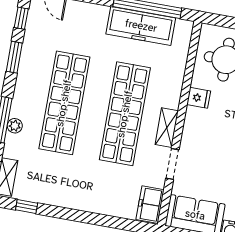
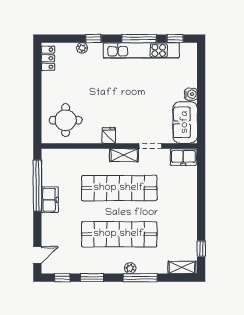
freezer: (141, 26) -> (50, 200), width x0.52, depth x0.79
fridge: (199, 98) -> (109, 135), moved
plant: (15, 126) -> (130, 268), moved

